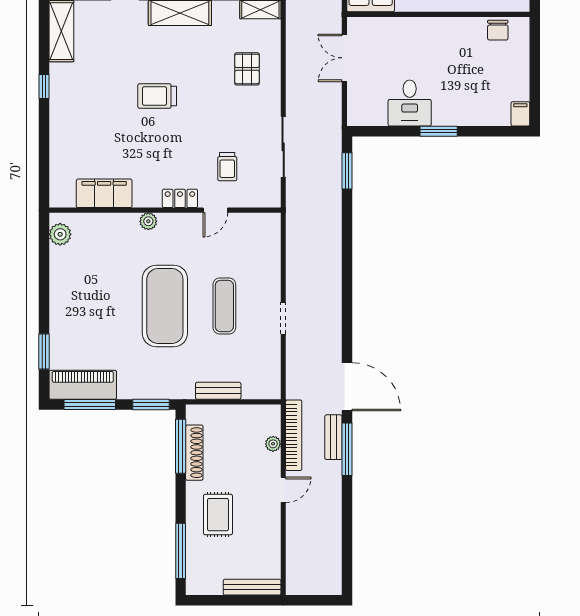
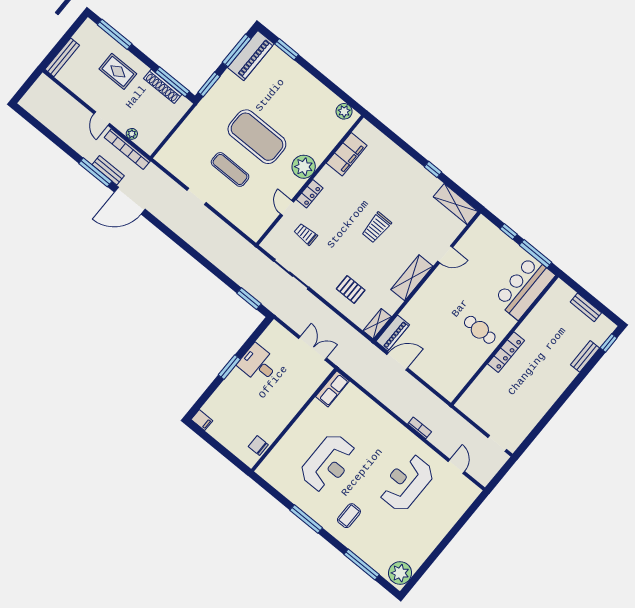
trolley: (157, 96) -> (376, 228), turned 180
plant: (148, 221) -> (304, 167), width x1.87, depth x1.87
bench: (218, 391) -> (186, 128), removed

